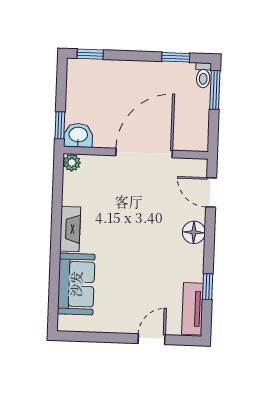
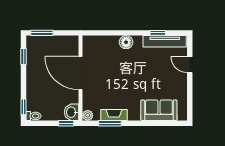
toilet: (203, 75) -> (34, 116), moved
door: (211, 192) -> (102, 33), removed
window: (57, 200) -> (110, 123), added
fireplace: (70, 229) -> (114, 115), moved
tv unit: (192, 309) -> (165, 41), width x1.41

